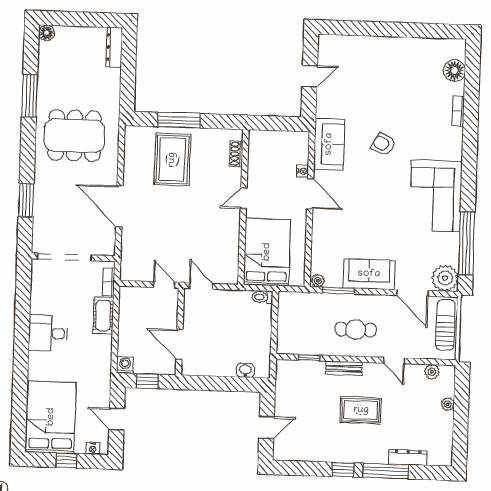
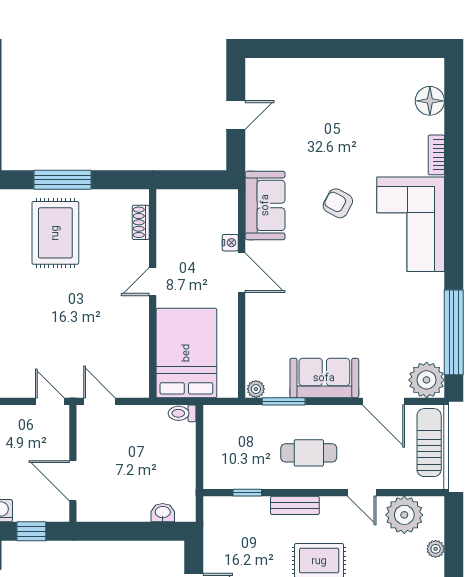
corner sofa: (436, 196) -> (411, 224), moved
plant: (432, 372) -> (404, 515), width x1.87, depth x1.87

